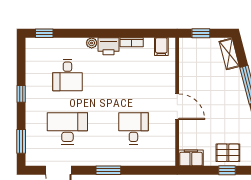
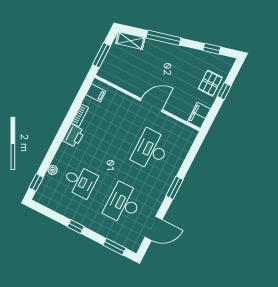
window: (201, 33) -> (102, 55), width x1.50
plant: (92, 43) -> (53, 170), moved
desk: (133, 128) -> (151, 150), width x1.37

